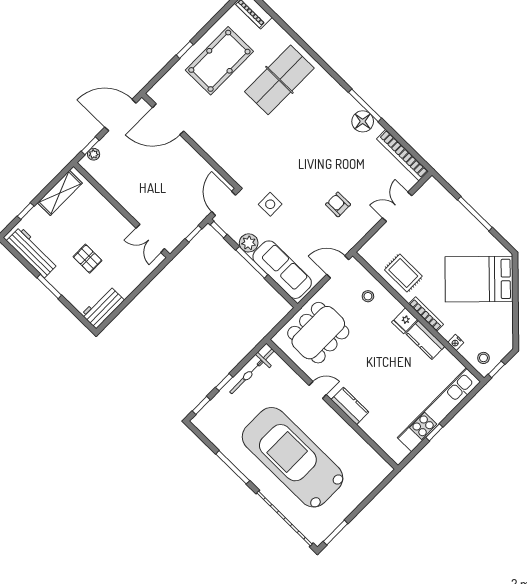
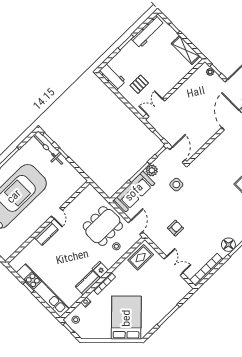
door: (224, 203) -> (177, 155), hinge flipped
pallet: (88, 259) -> (139, 84), moved
rug: (403, 273) -> (141, 257), moved
dining table: (318, 333) -> (103, 226), moved, turned 90
bicycle: (252, 371) -> (49, 150), moved

